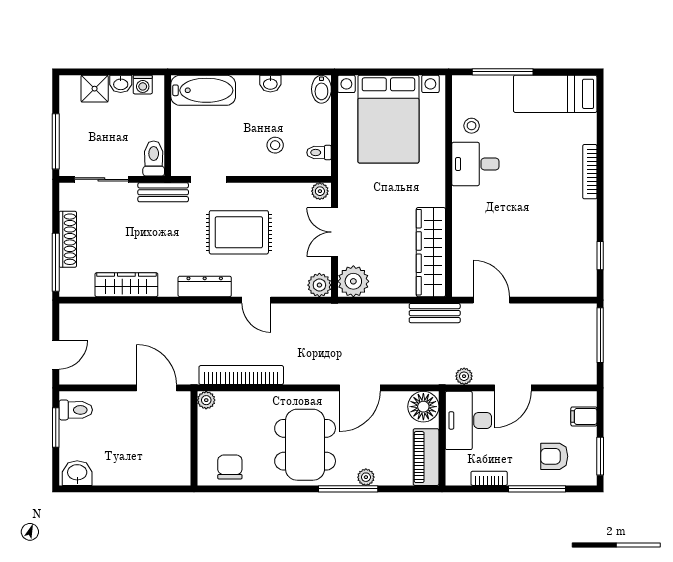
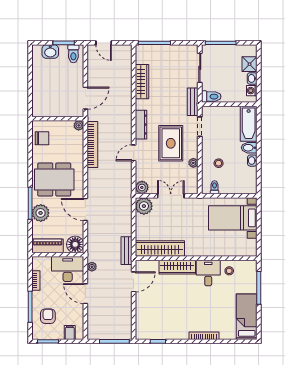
bidet: (321, 89) -> (249, 148), moved
bed with nightstands: (388, 119) -> (233, 218), width x0.73
plant: (320, 191) -> (193, 163), moved
wardrobe: (465, 221) -> (177, 267), added
shoe rack: (68, 239) -> (167, 49), removed
washbasin: (77, 473) -> (50, 52), moved, turned 90
plant: (366, 477) -> (41, 213), width x1.87, depth x1.87

